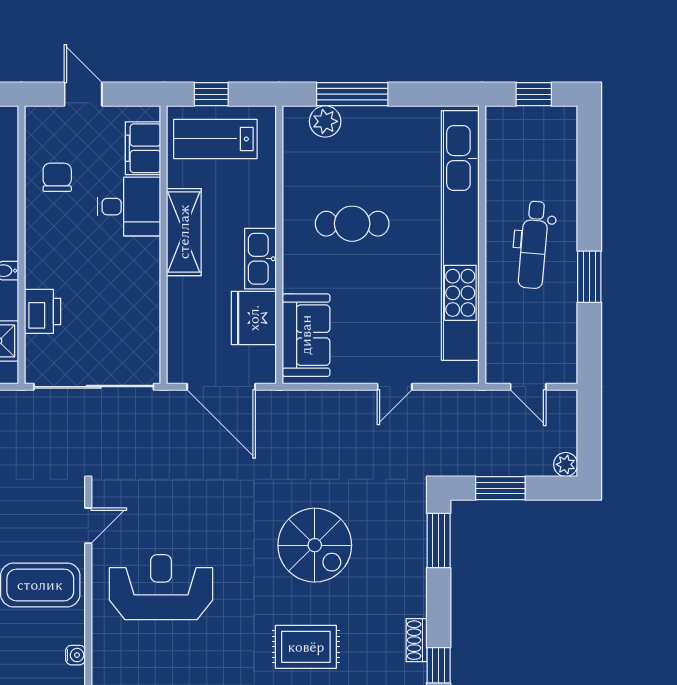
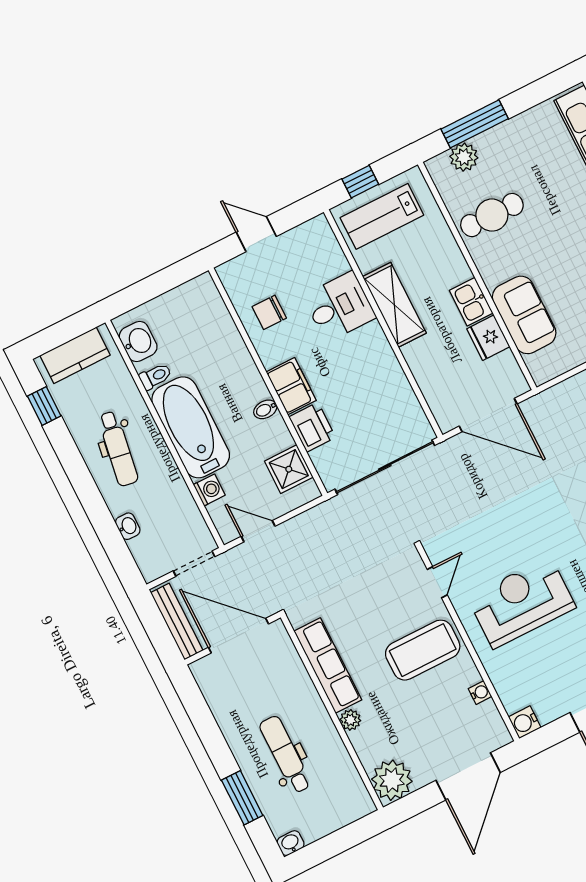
filing cabinet: (143, 148) -> (291, 386), moved, turned 180
chair: (57, 177) -> (269, 312), turned -90
cafe table: (352, 224) -> (492, 215), moved
kitchen sink: (260, 259) -> (471, 302), width x0.73
fridge: (254, 318) -> (488, 338), width x0.73, depth x0.75
sofa: (306, 335) -> (524, 315), moved

